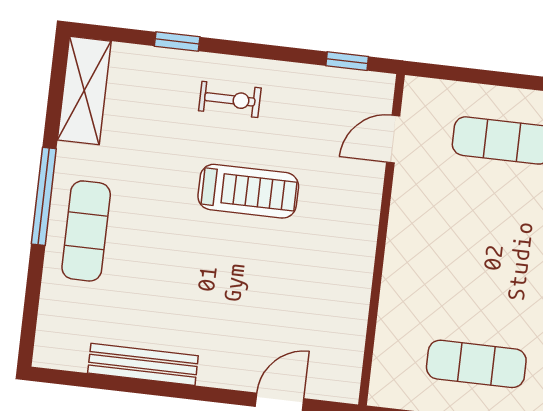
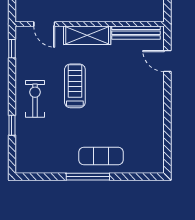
shelving: (84, 91) -> (87, 35), moved
exercise bike: (230, 99) -> (35, 99), width x1.38, depth x1.39
bench: (143, 364) -> (136, 33), moved, turned 90

